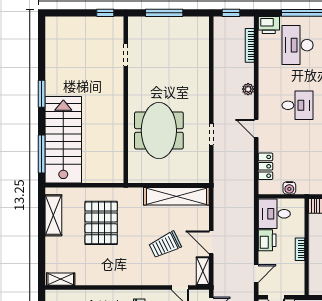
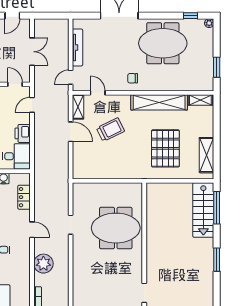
plant: (248, 89) -> (43, 264), width x1.87, depth x1.87
meeting table: (159, 130) -> (116, 228), turned 90
stairs: (63, 140) -> (203, 210), width x0.73, depth x0.66
shelving: (176, 196) -> (159, 102), moved

